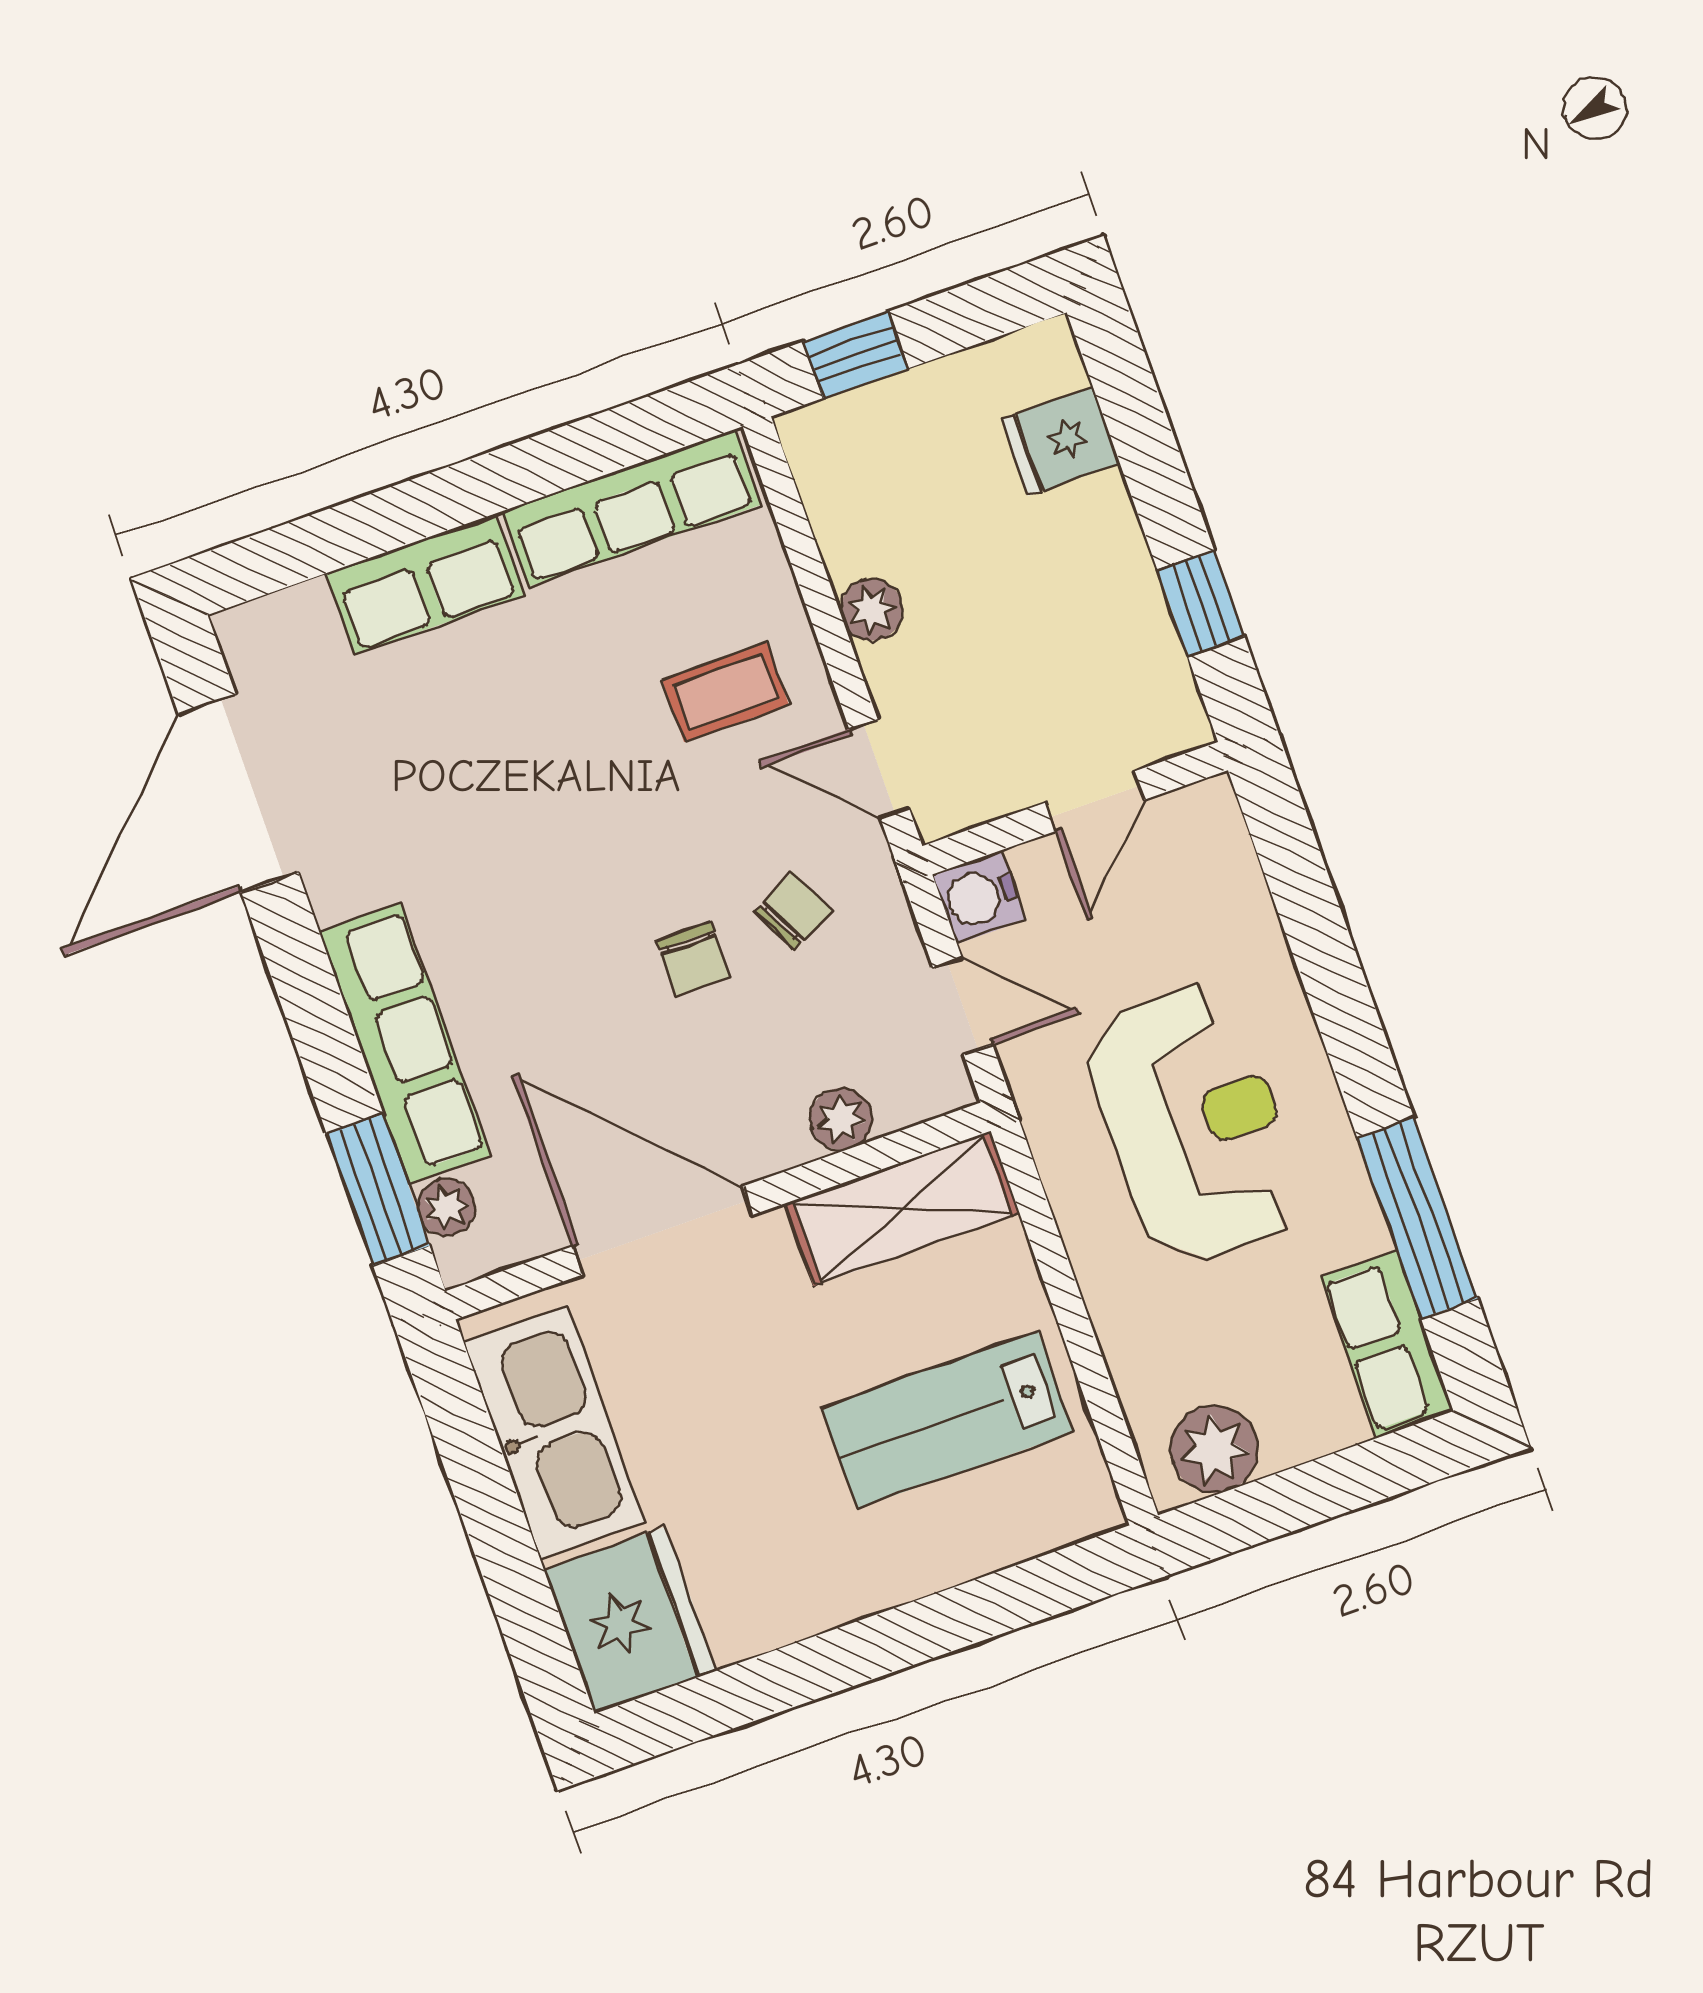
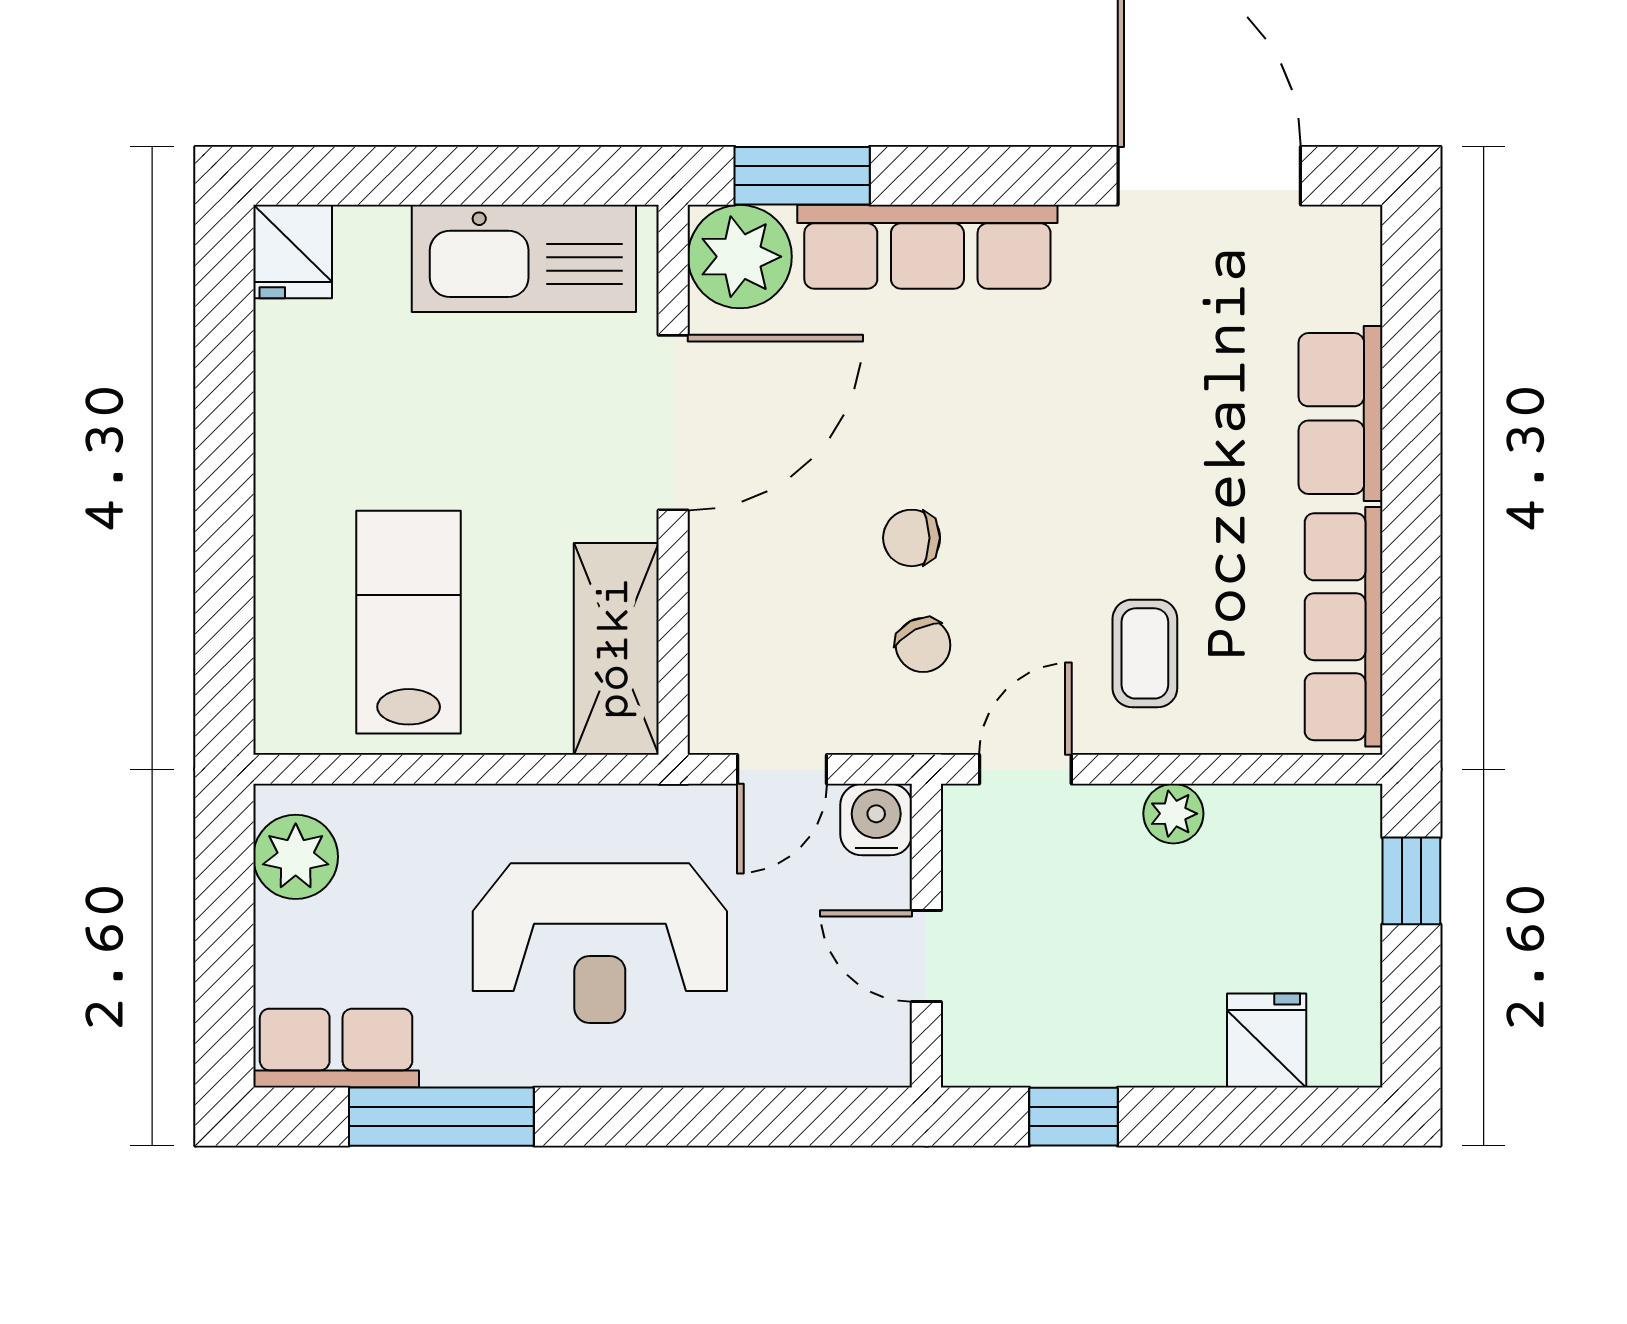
plant: (841, 1119) -> (718, 622), removed
plant: (446, 1207) -> (740, 257), width x1.87, depth x1.87
fridge: (630, 1620) -> (293, 252), width x0.53, depth x0.75

